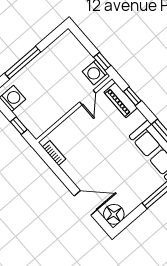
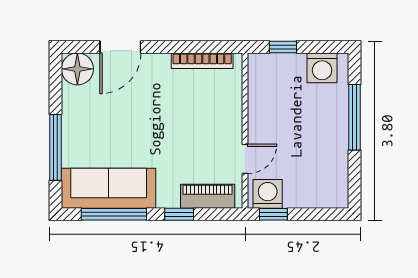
window: (132, 96) -> (179, 214), moved
door: (88, 98) -> (245, 159), swing flipped
bookcase: (54, 153) -> (202, 61), width x1.56

